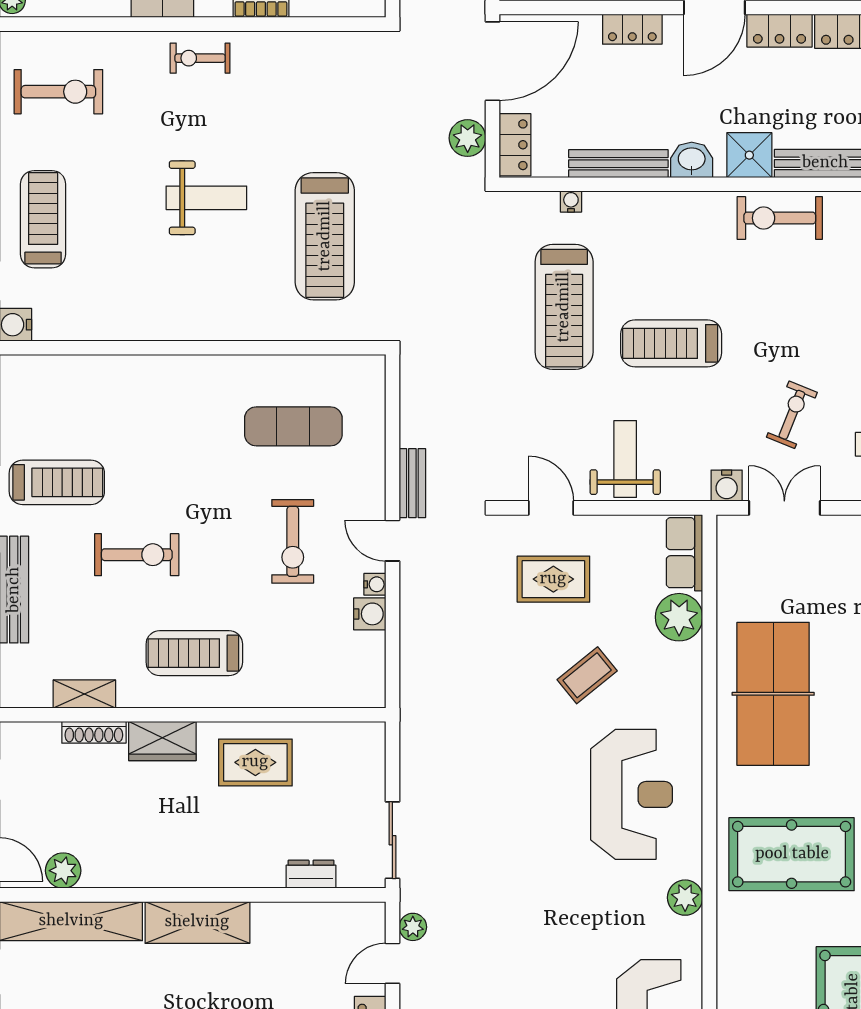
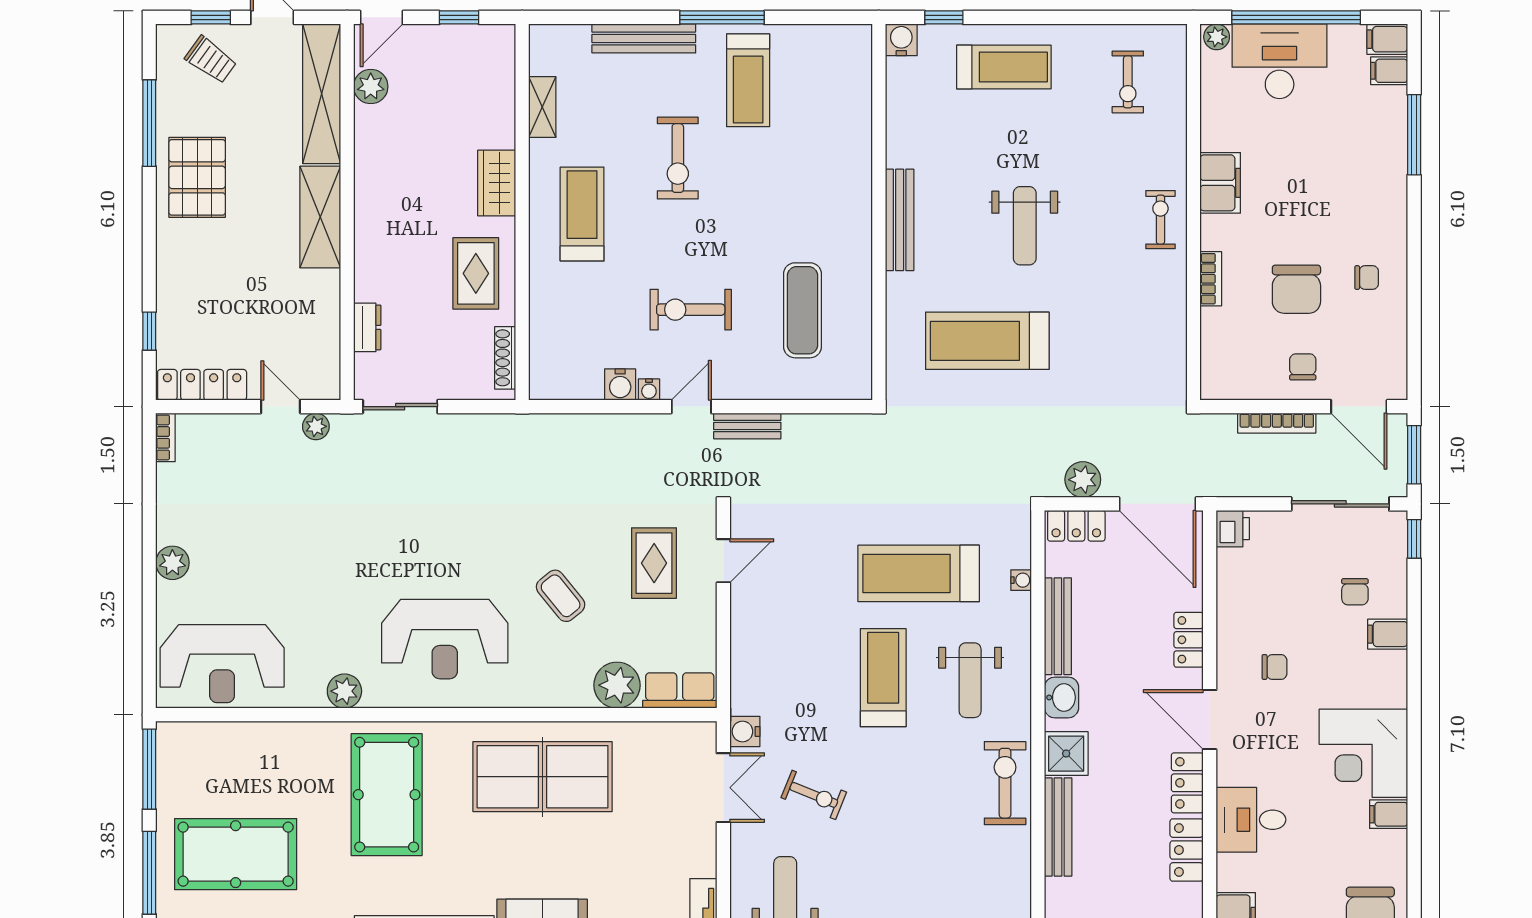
exercise bike: (58, 92) -> (1128, 82), width x0.73, depth x0.72
bench: (200, 326) -> (900, 220), added
weight bench: (625, 459) -> (970, 680), moved, turned 90
shoe rack: (94, 732) -> (505, 358), moved

